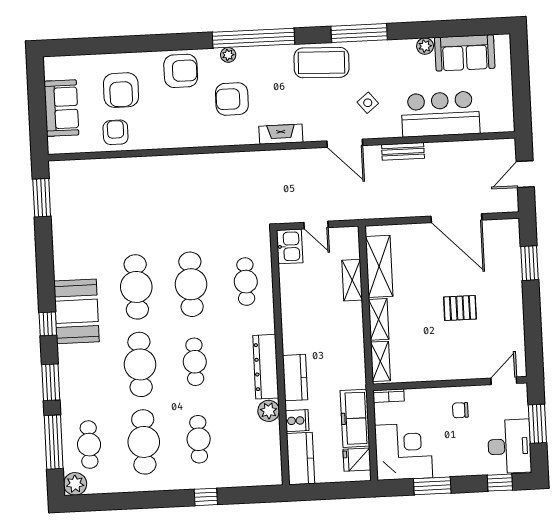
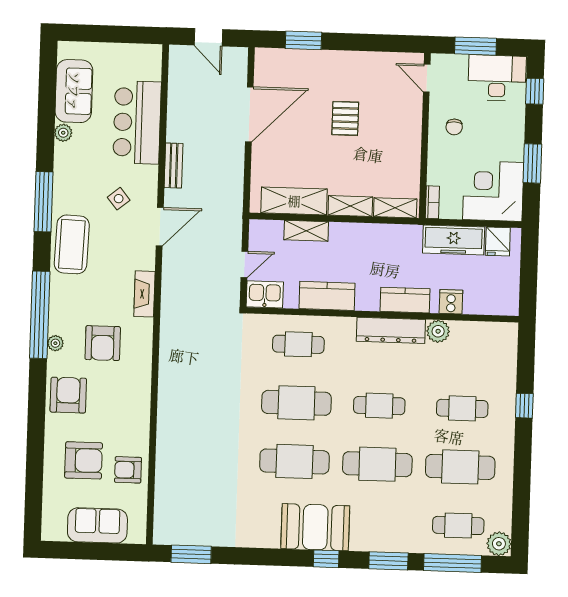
kitchen counter: (301, 458) -> (327, 296), moved

